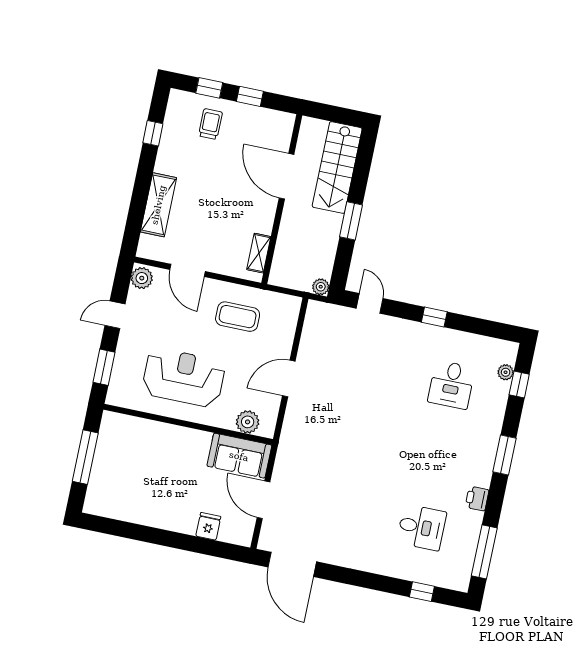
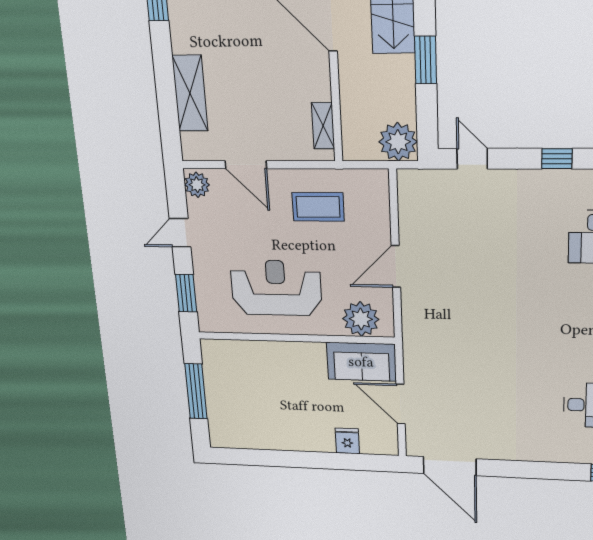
plant: (321, 287) -> (398, 142), width x1.87, depth x1.87
plant: (248, 422) -> (361, 319), width x1.36, depth x1.36

